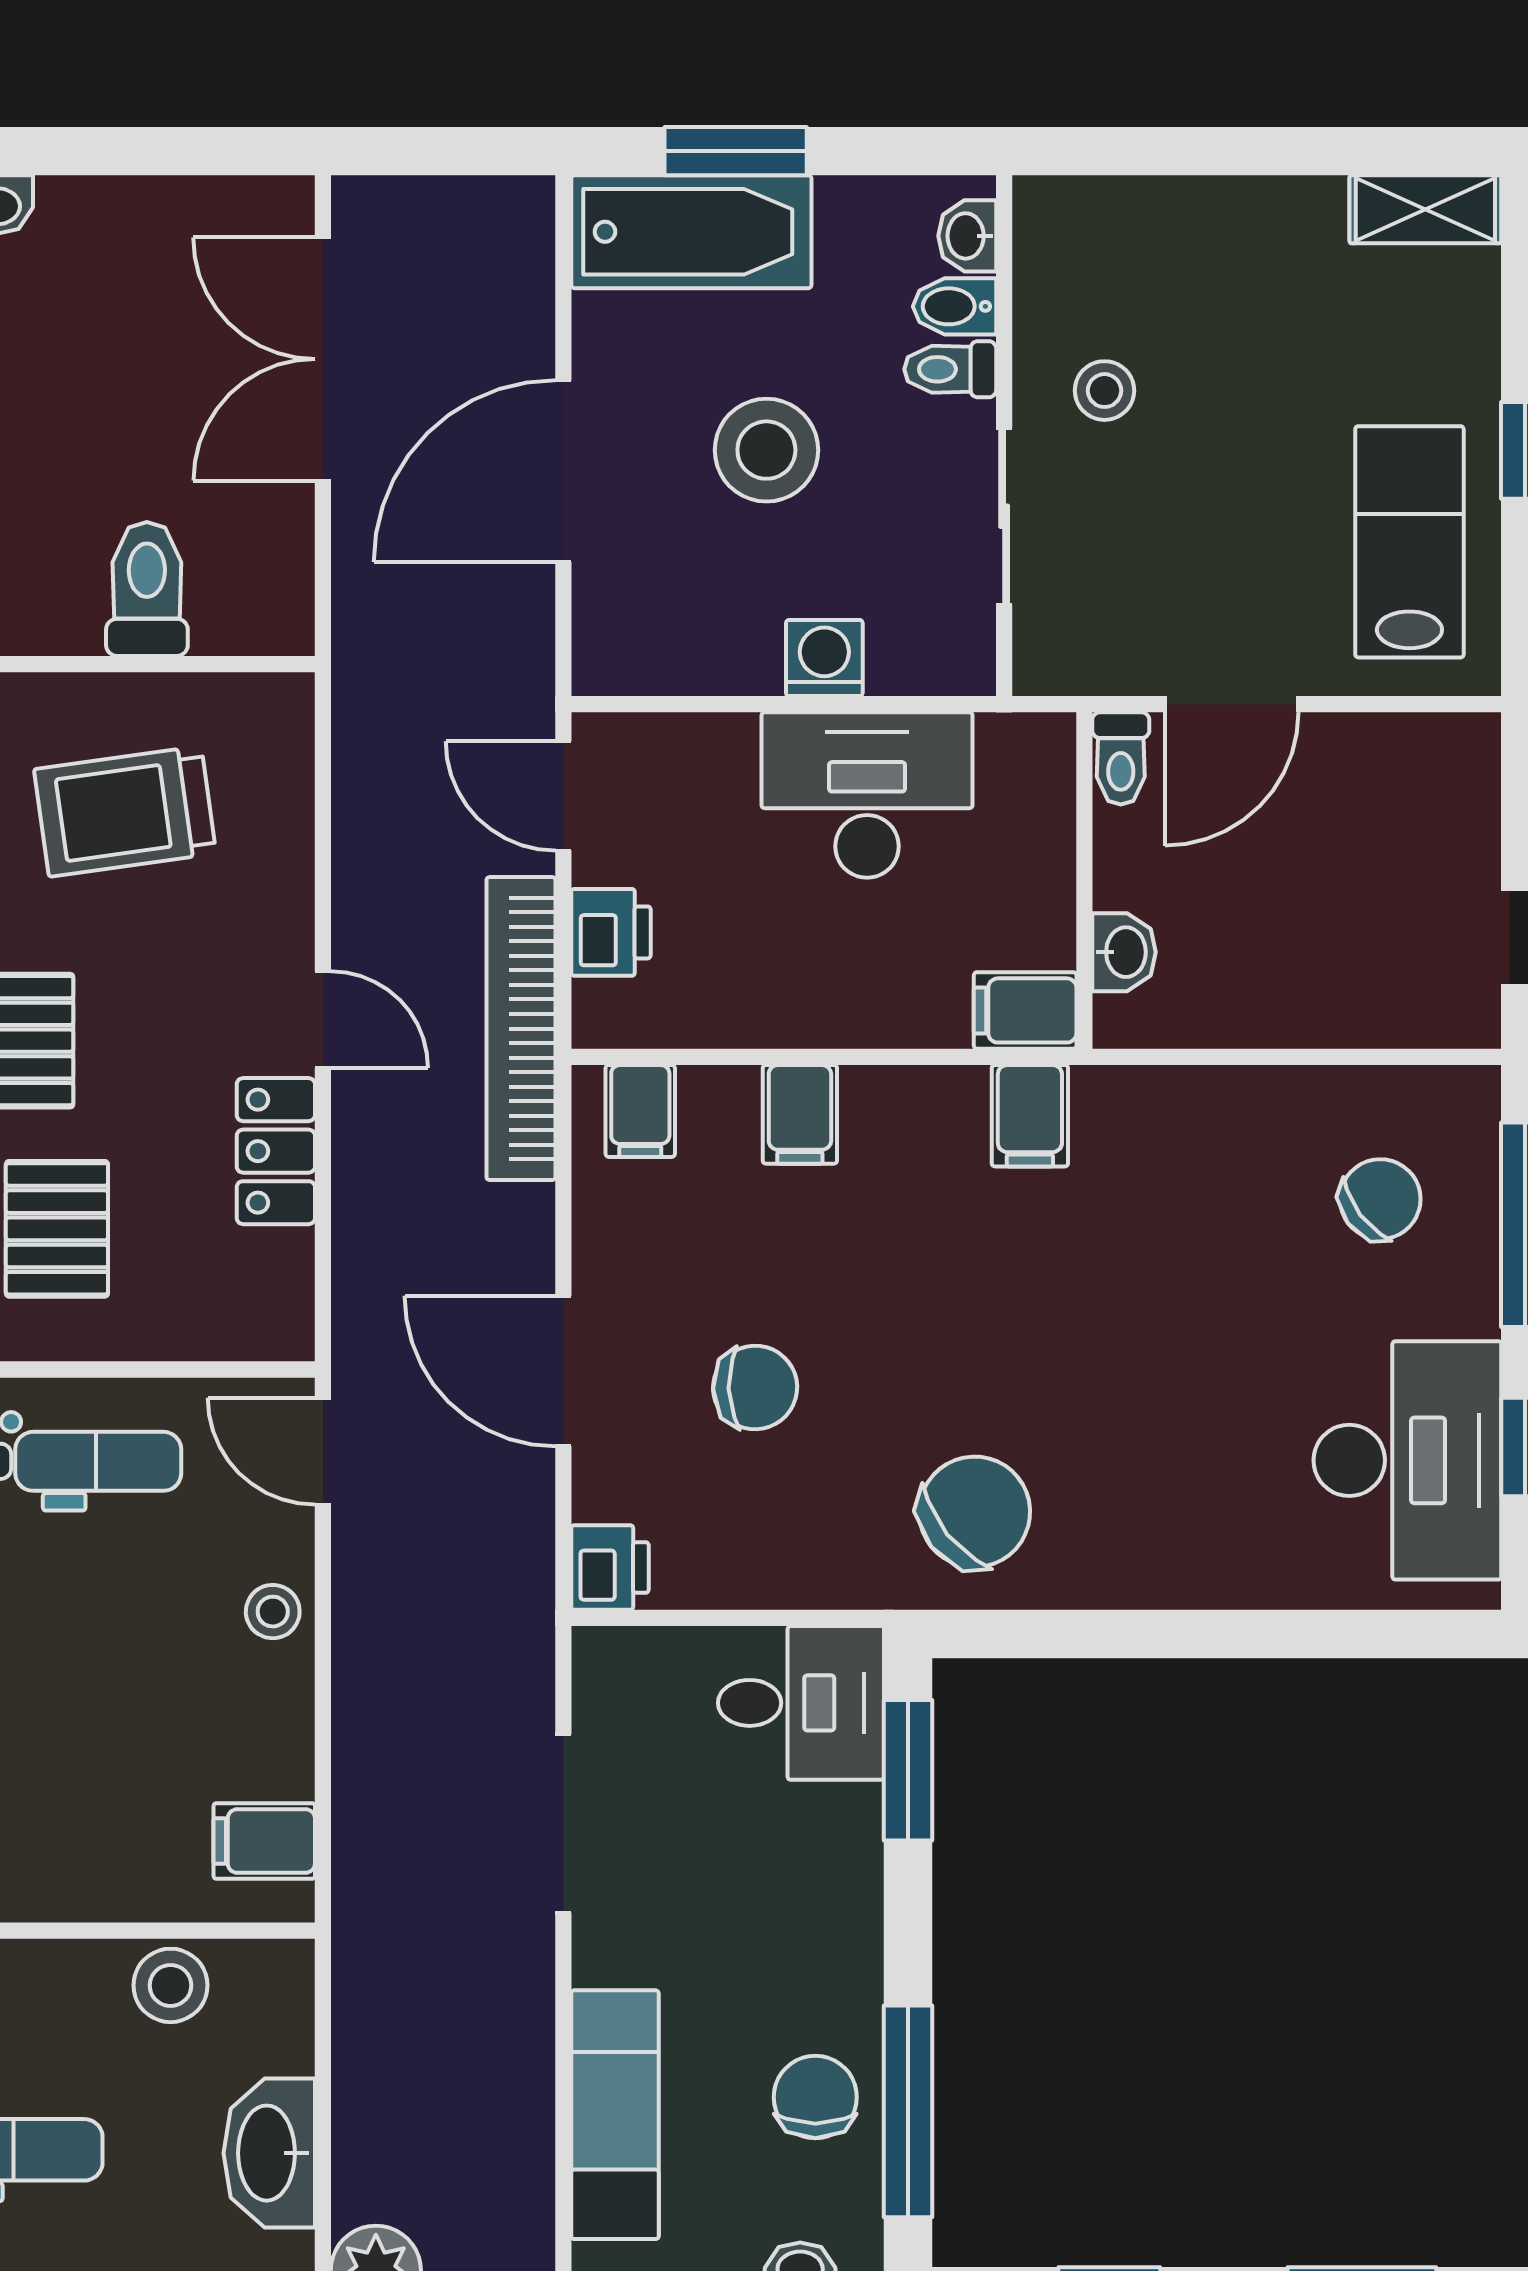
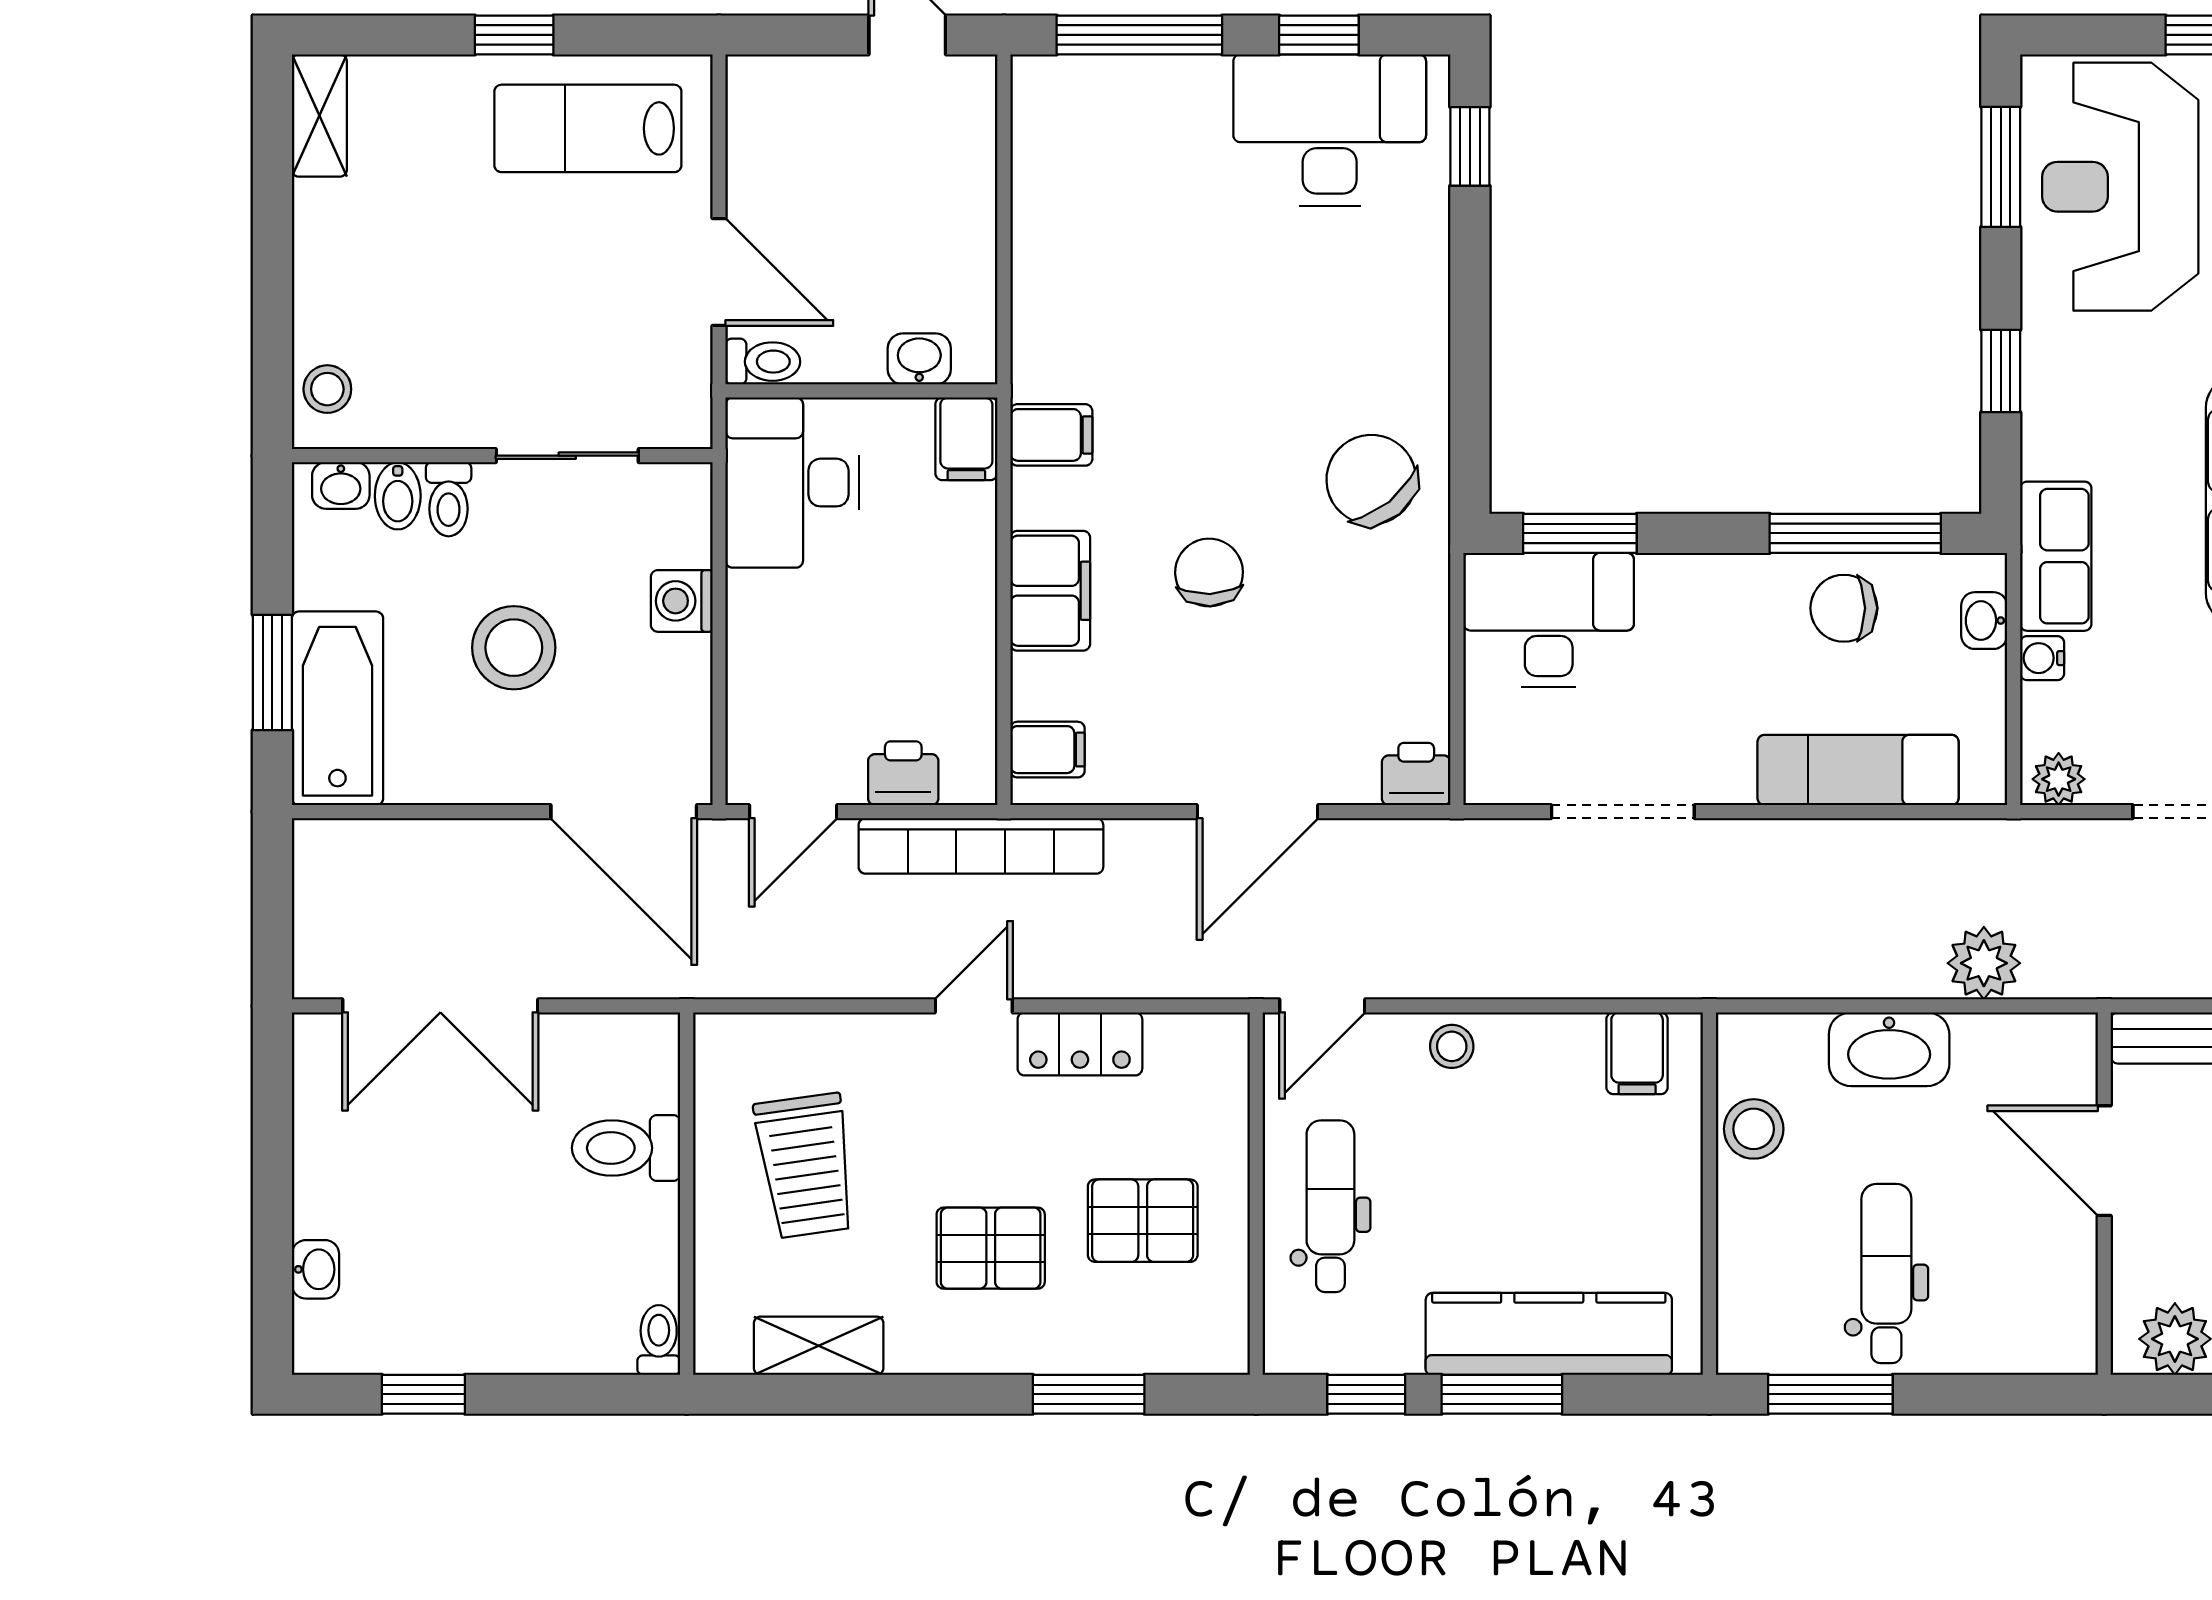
stool: (1104, 391) -> (327, 389), moved
door: (563, 471) -> (624, 812), moved
desk: (867, 795) -> (792, 483), moved
filing cabinet: (800, 1114) -> (1050, 591), width x2.00
chair: (1380, 1199) -> (1119, 152), removed
chair: (755, 1387) -> (1209, 572), moved
window: (1387, 1634) -> (1470, 146), added
desk: (801, 1703) -> (1549, 620), width x1.37

